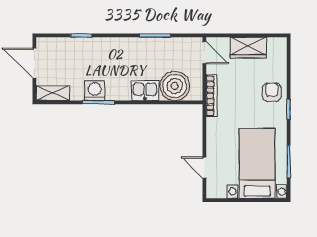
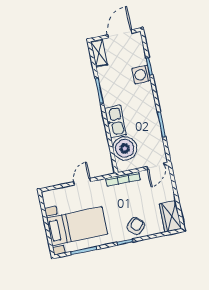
wardrobe: (248, 48) -> (170, 216), moved
washing machine: (95, 91) -> (141, 75), moved, turned 180
kitchen sink: (145, 91) -> (115, 121), width x1.38
armchair: (272, 92) -> (136, 226), turned -46
door: (204, 168) -> (82, 182), moved

